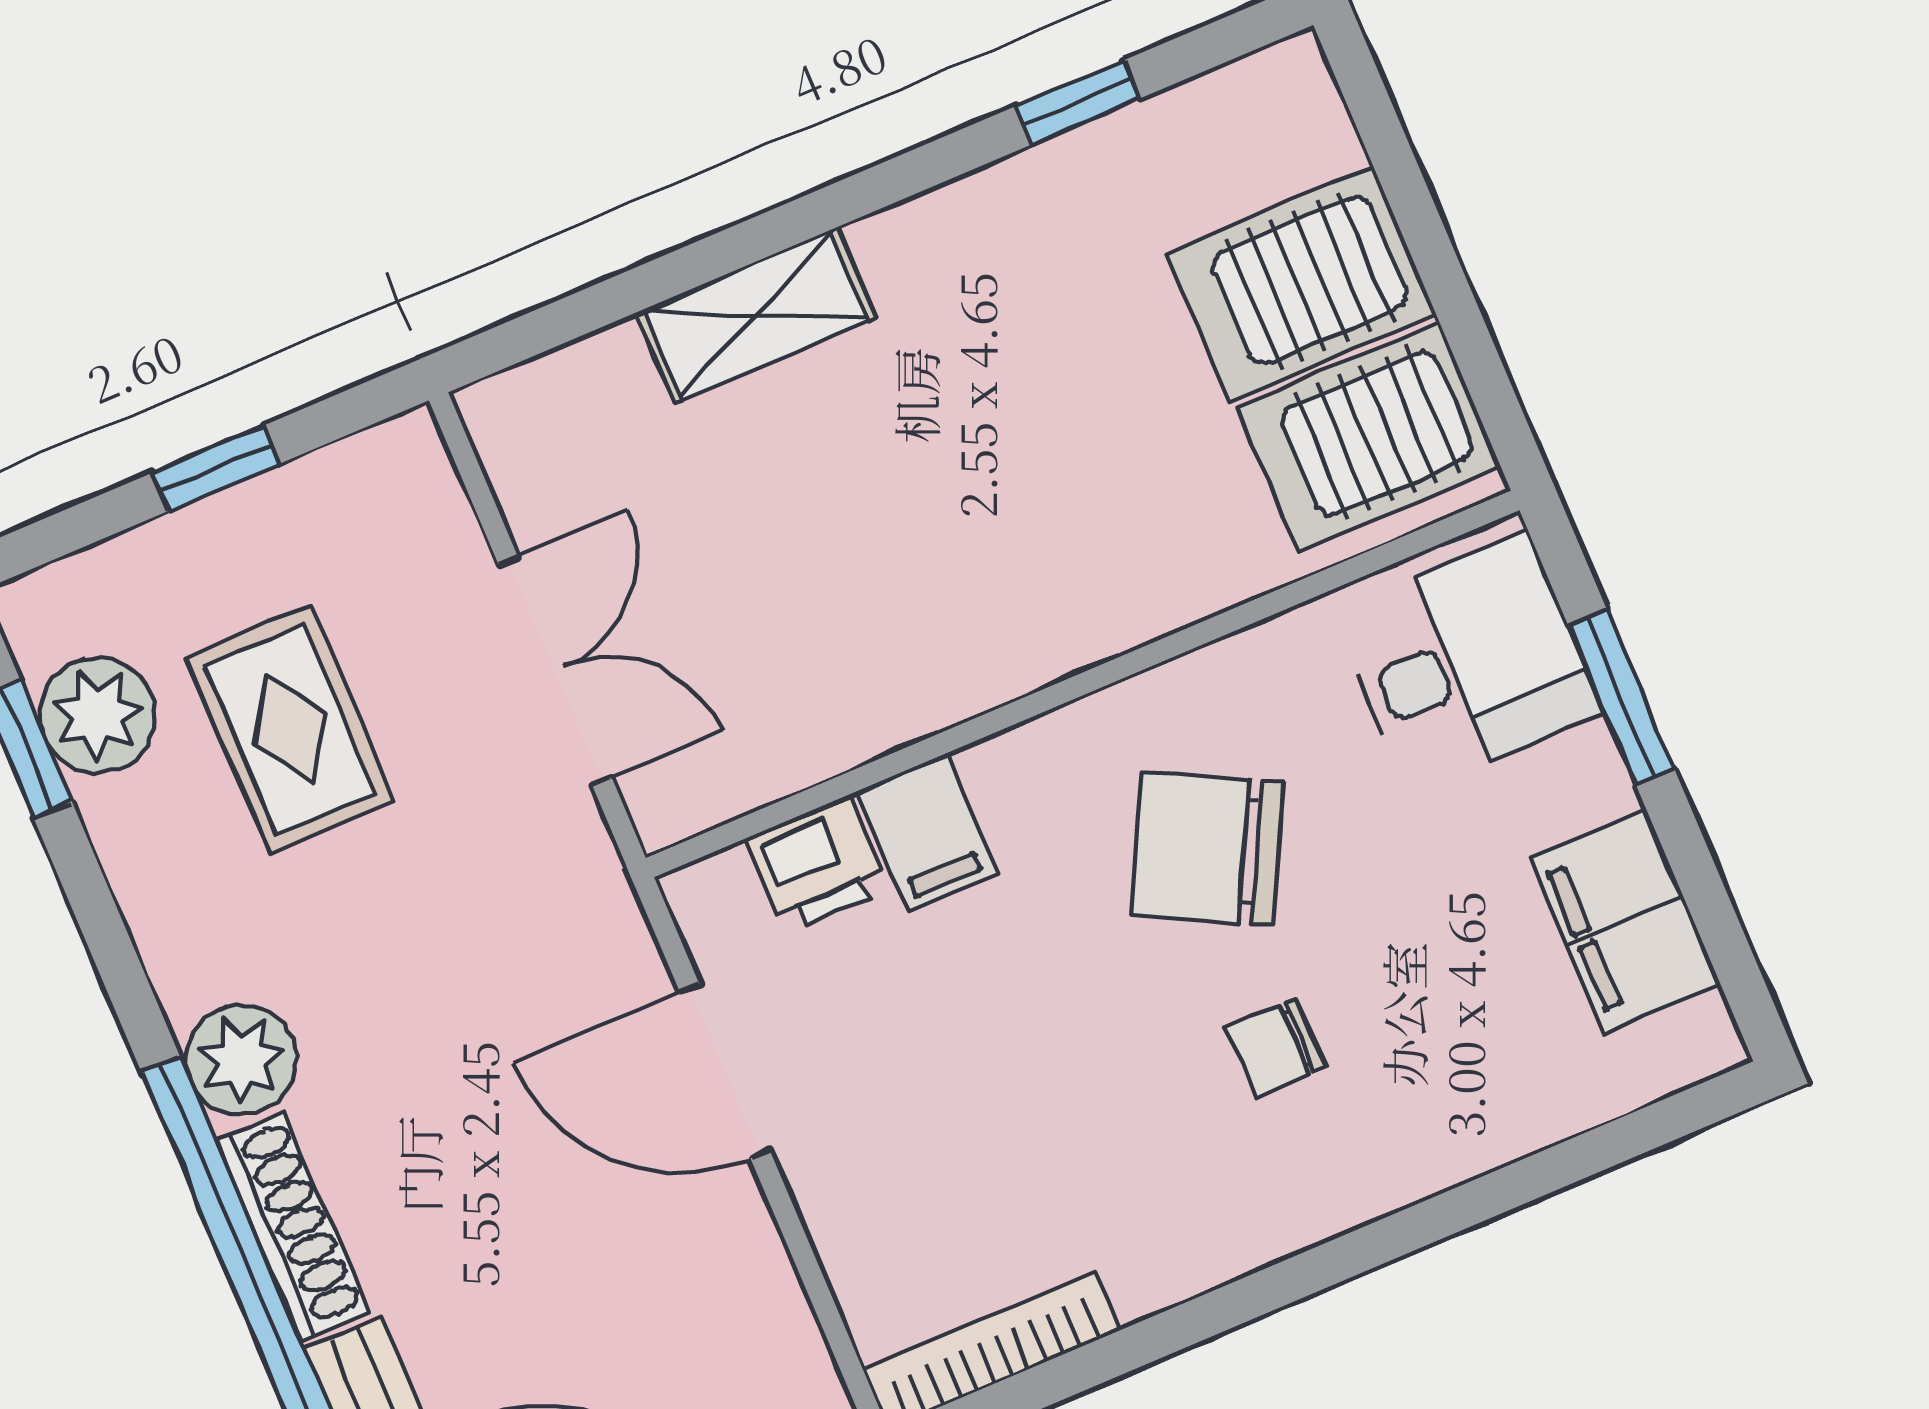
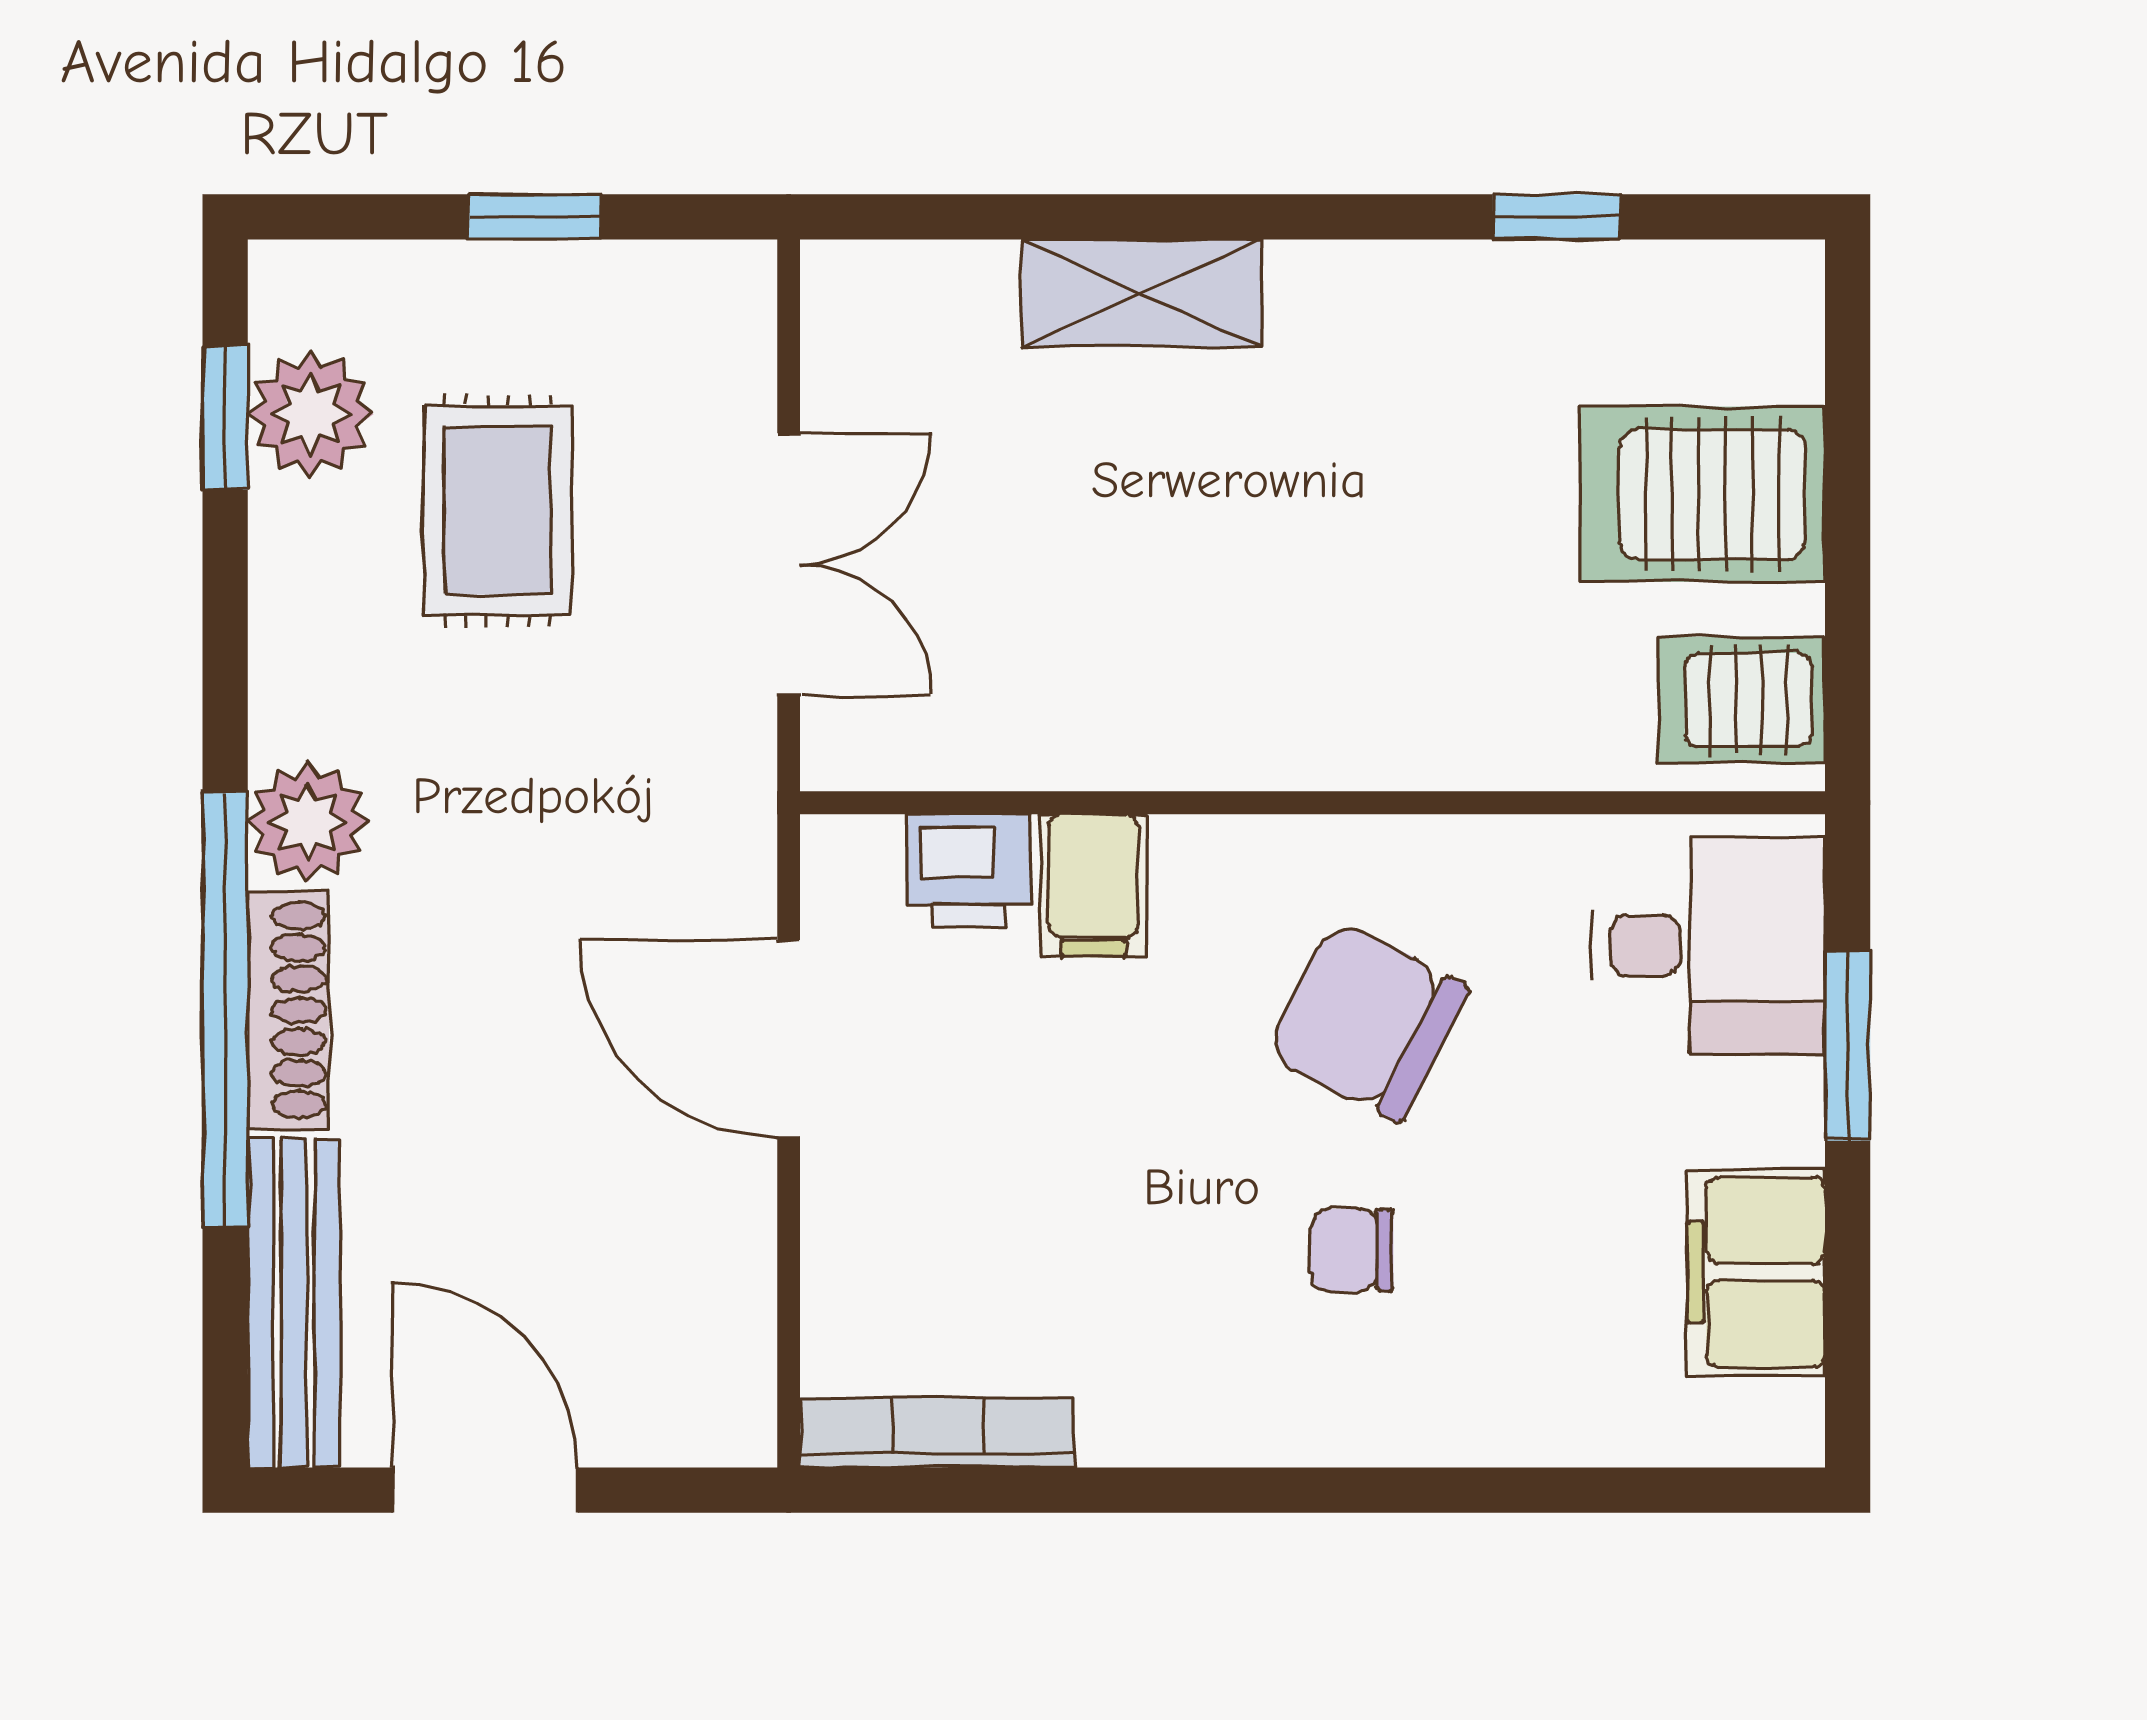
server rack: (1369, 437) -> (1742, 700), width x0.73, depth x0.70

